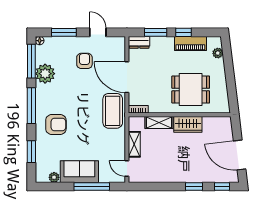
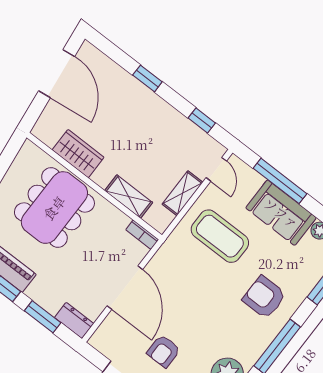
dining table: (191, 90) -> (54, 208), width x1.38
coffee table: (113, 111) -> (220, 236), moved, turned 90
wardrobe: (188, 124) -> (78, 154), moved
window: (222, 187) -> (202, 120), moved

